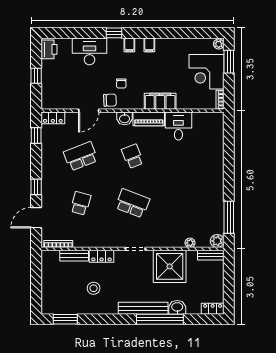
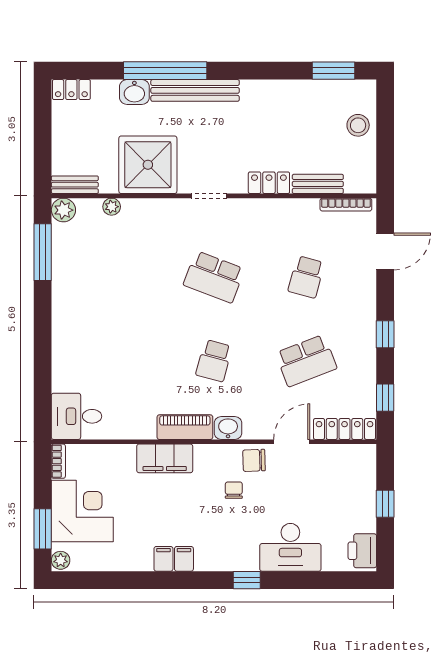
filing cabinet: (129, 45) -> (163, 559), moved
locker: (53, 118) -> (345, 429), width x1.53
desk: (178, 126) -> (77, 416), moved, turned 90
school desk: (132, 156) -> (214, 361), turned 36
window: (36, 187) -> (385, 334), moved
stool: (94, 288) -> (358, 125), moved

